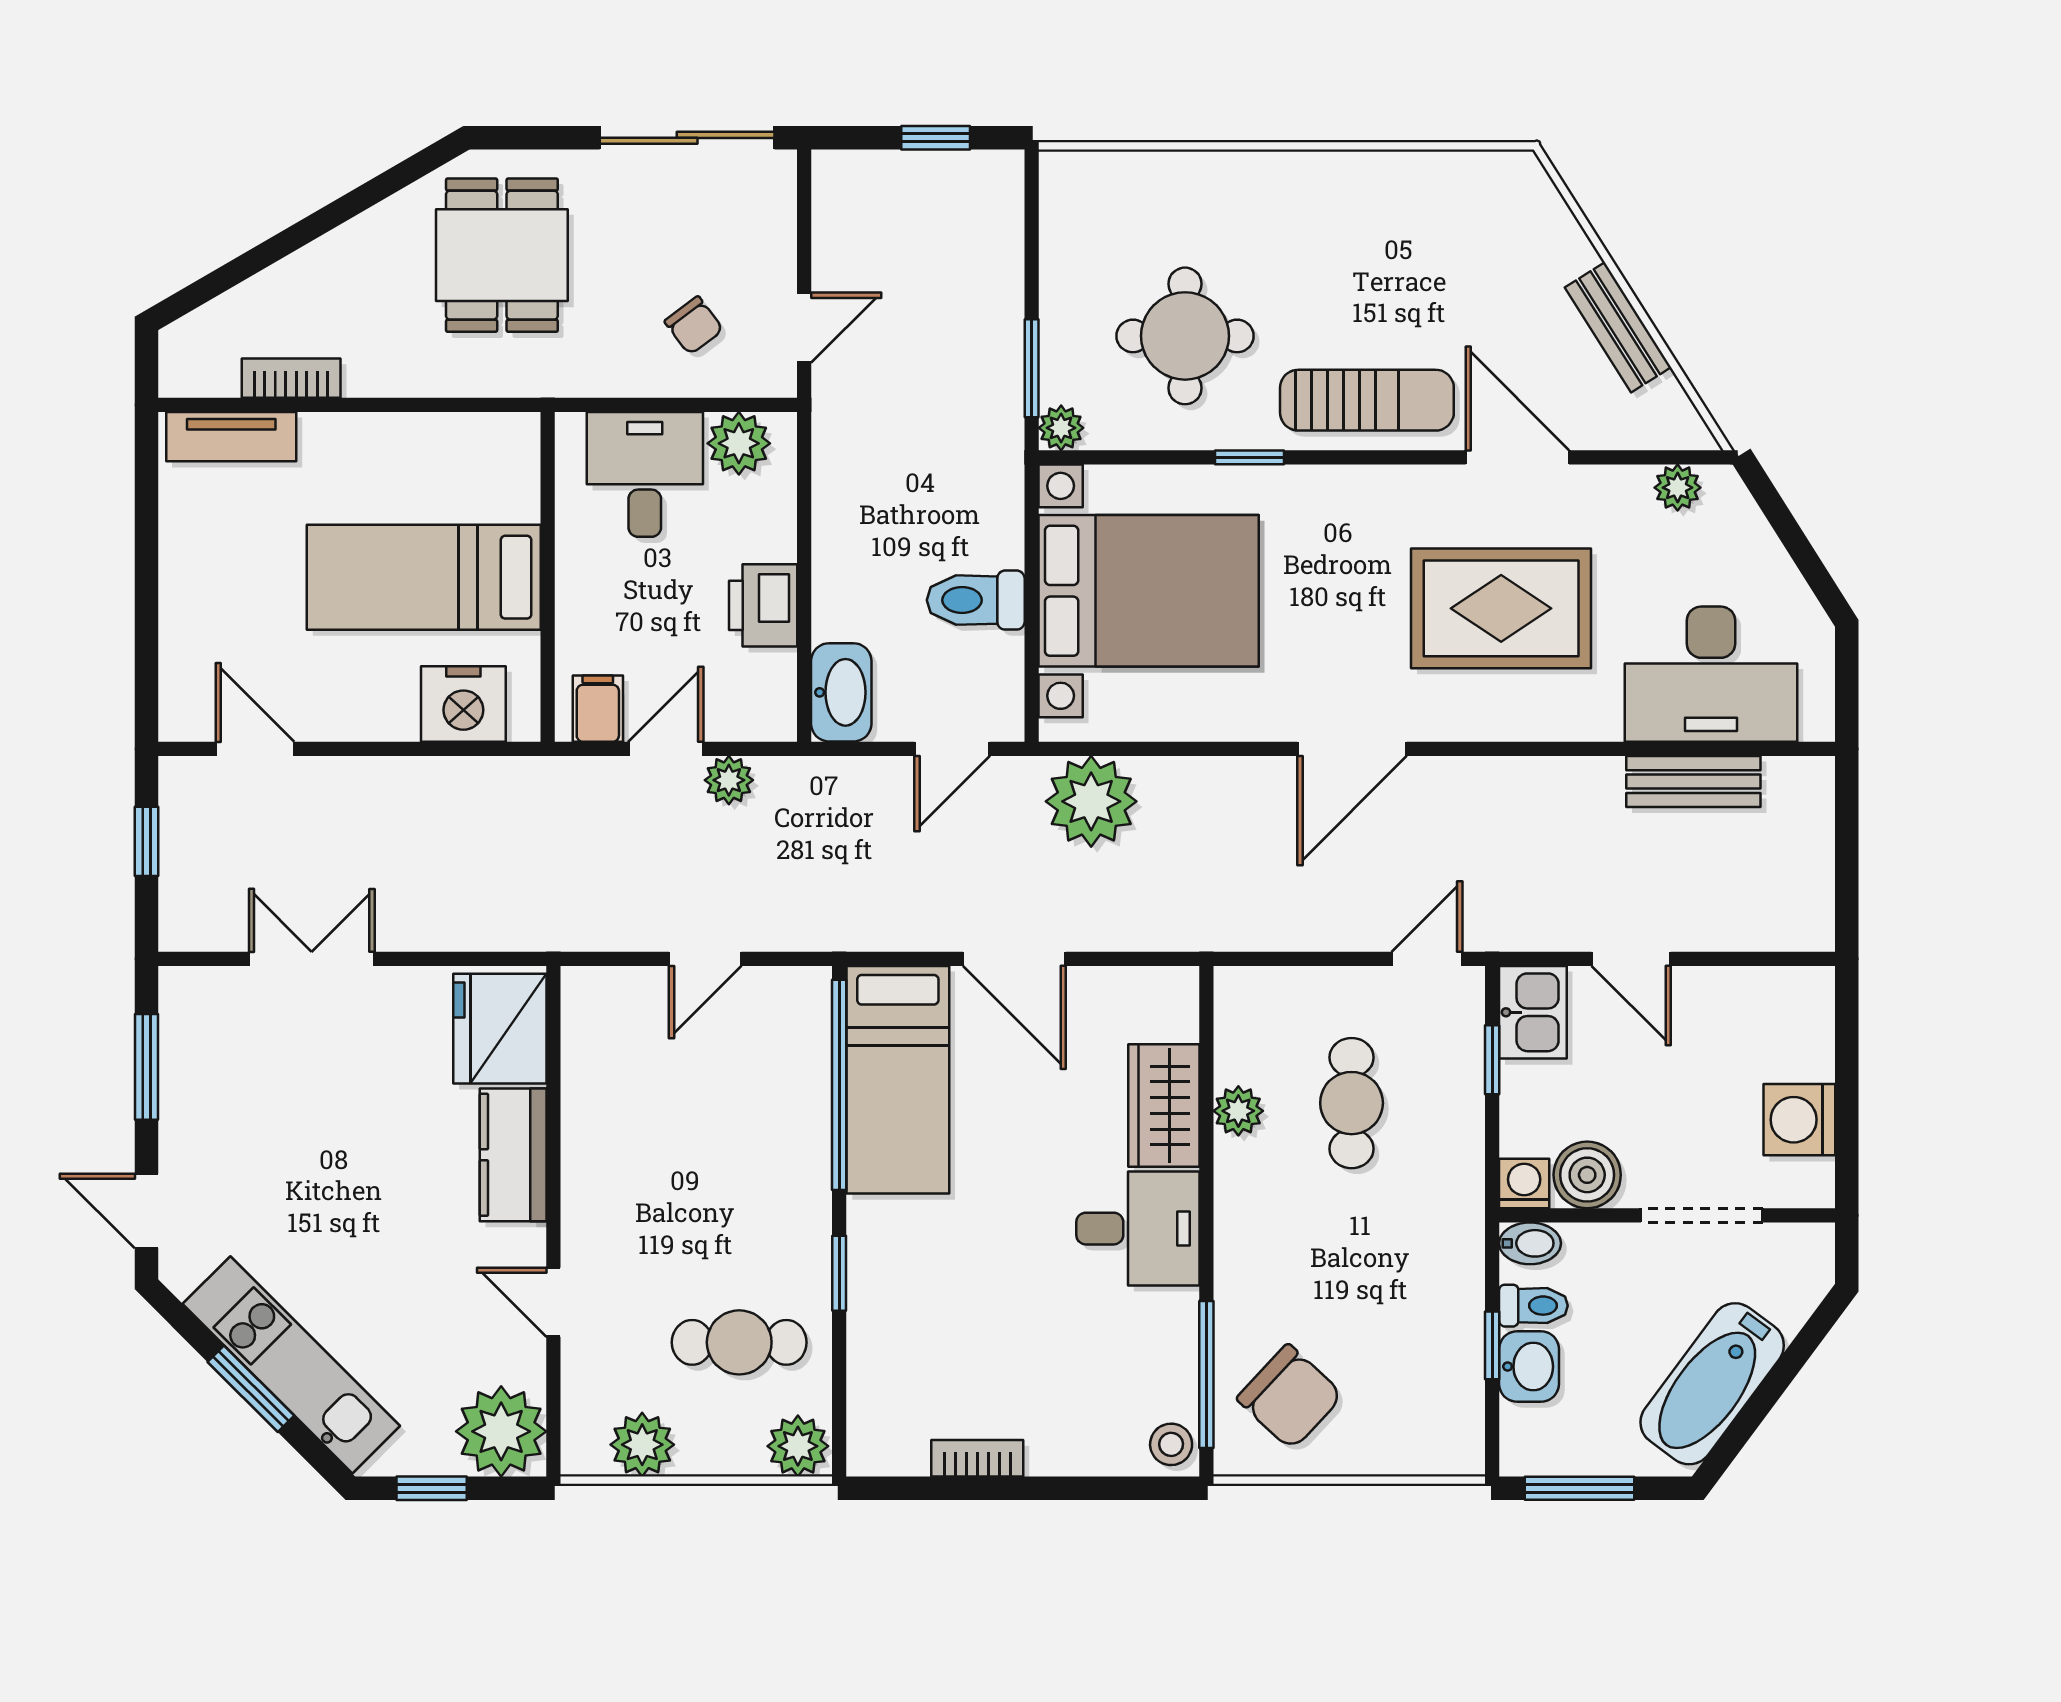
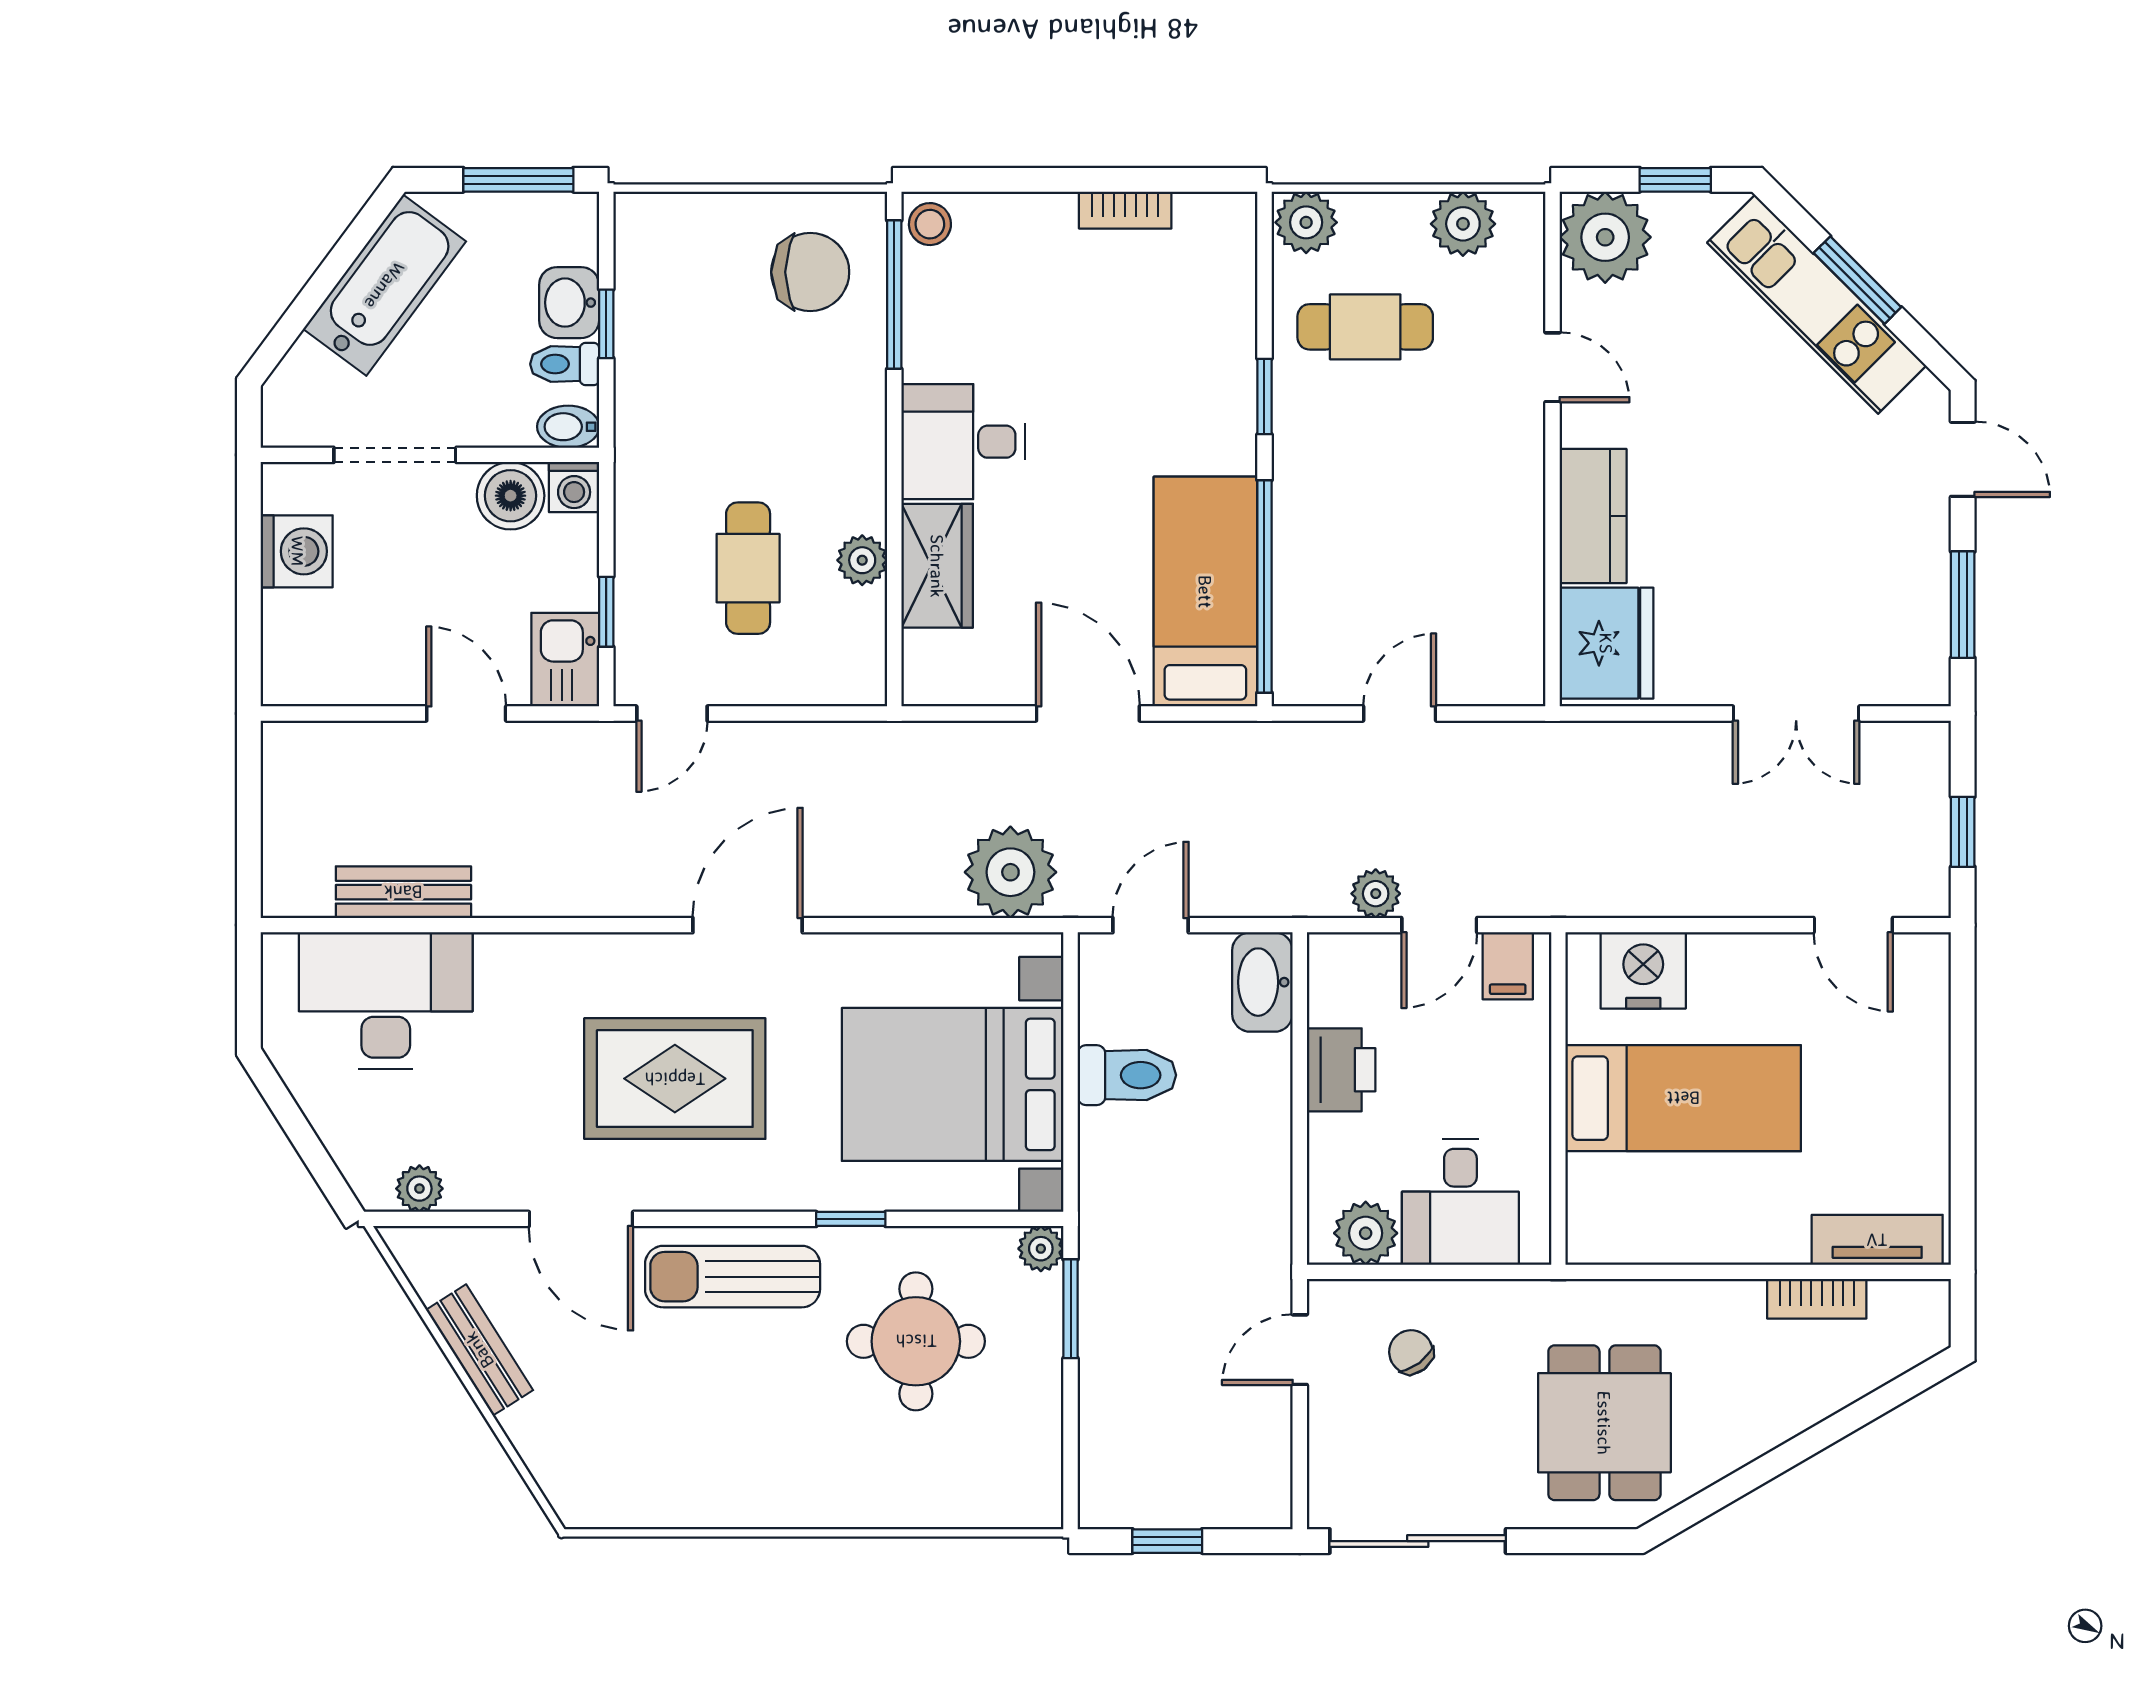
rug: (1501, 608) -> (675, 1079), moved
chair: (1290, 1397) -> (810, 272), turned 137

